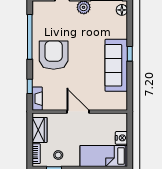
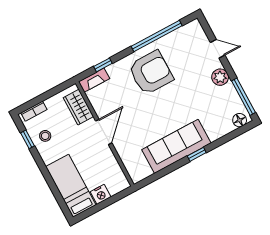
wardrobe: (39, 130) -> (78, 107), moved, turned 90

